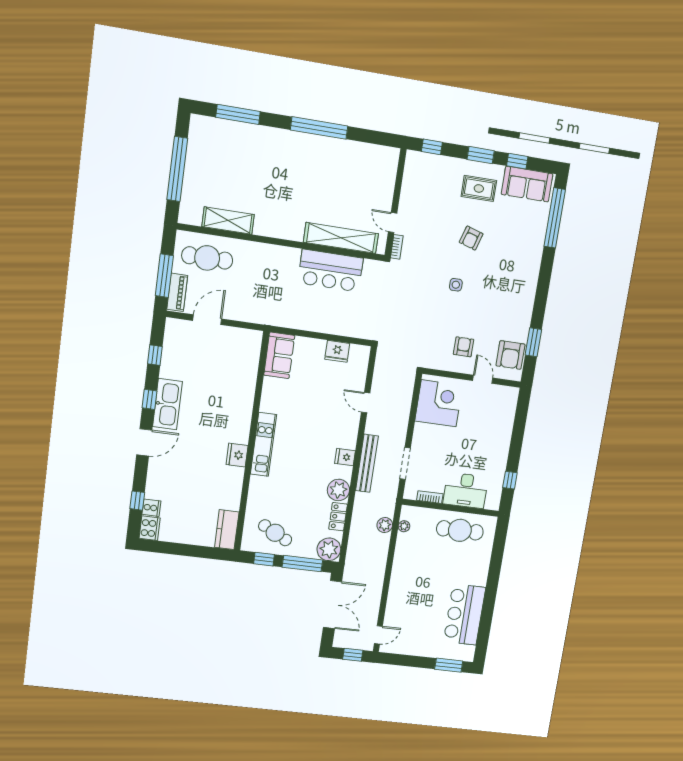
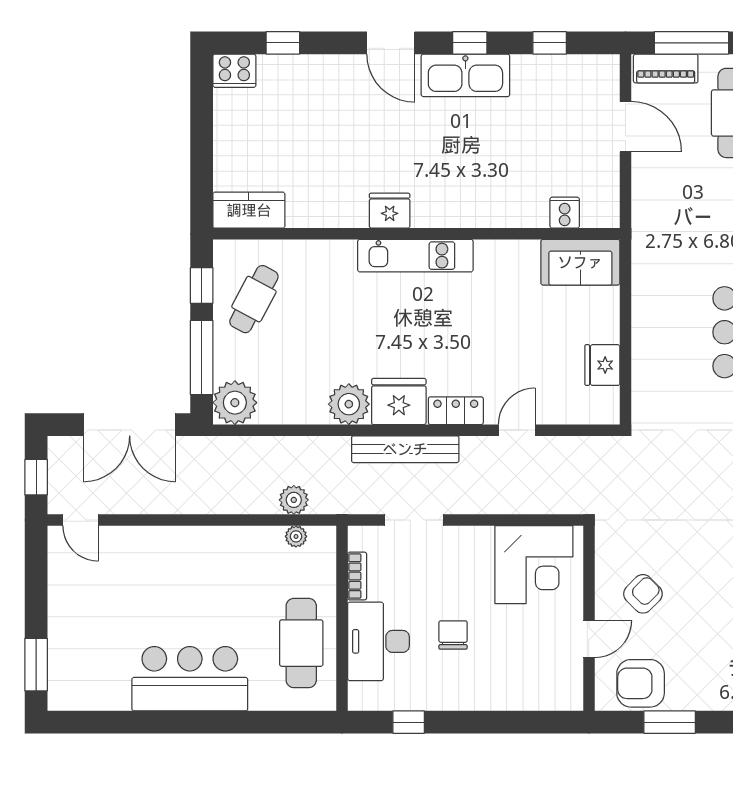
armchair: (464, 347) -> (643, 594), turned -45
chair: (469, 451) -> (453, 635), added
fridge: (345, 457) -> (399, 402), width x1.88, depth x1.34
cooker: (151, 508) -> (565, 213), moved, turned 180
locker: (338, 517) -> (456, 411), moved
bar counter: (465, 614) -> (190, 679), moved

